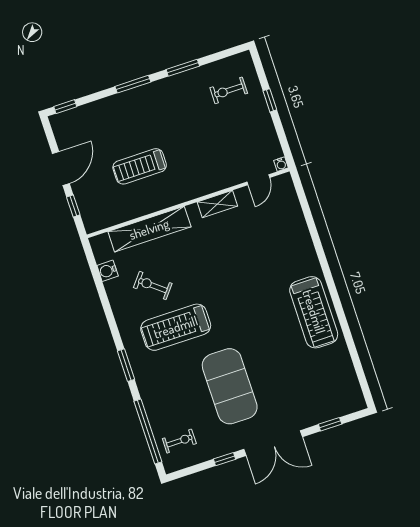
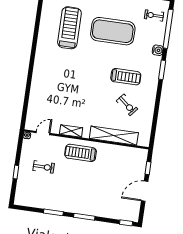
exercise bike: (229, 90) -> (44, 167), moved
treadmill: (140, 166) -> (81, 153), moved, turned 180
water cooler: (108, 271) -> (158, 50), moved
treadmill: (314, 312) -> (69, 28), moved
treadmill: (176, 327) -> (126, 77), width x0.73, depth x0.73
exercise mat: (230, 386) -> (113, 31), turned 90

